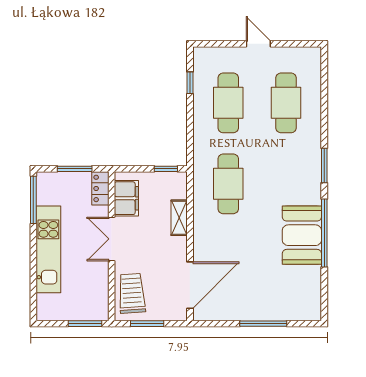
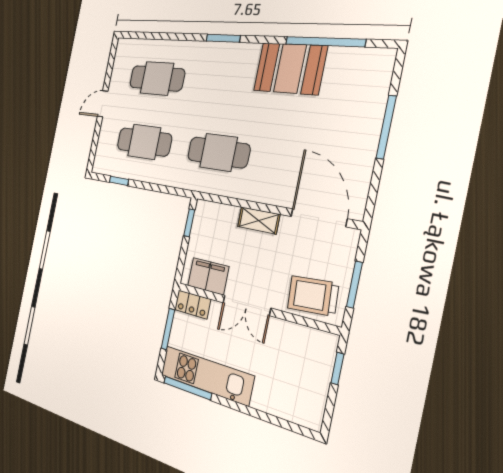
shelving: (179, 218) -> (259, 220), moved
window: (324, 233) -> (325, 42), moved
kitchen unit: (48, 249) -> (206, 375), moved
window: (85, 324) -> (337, 368), width x0.67

